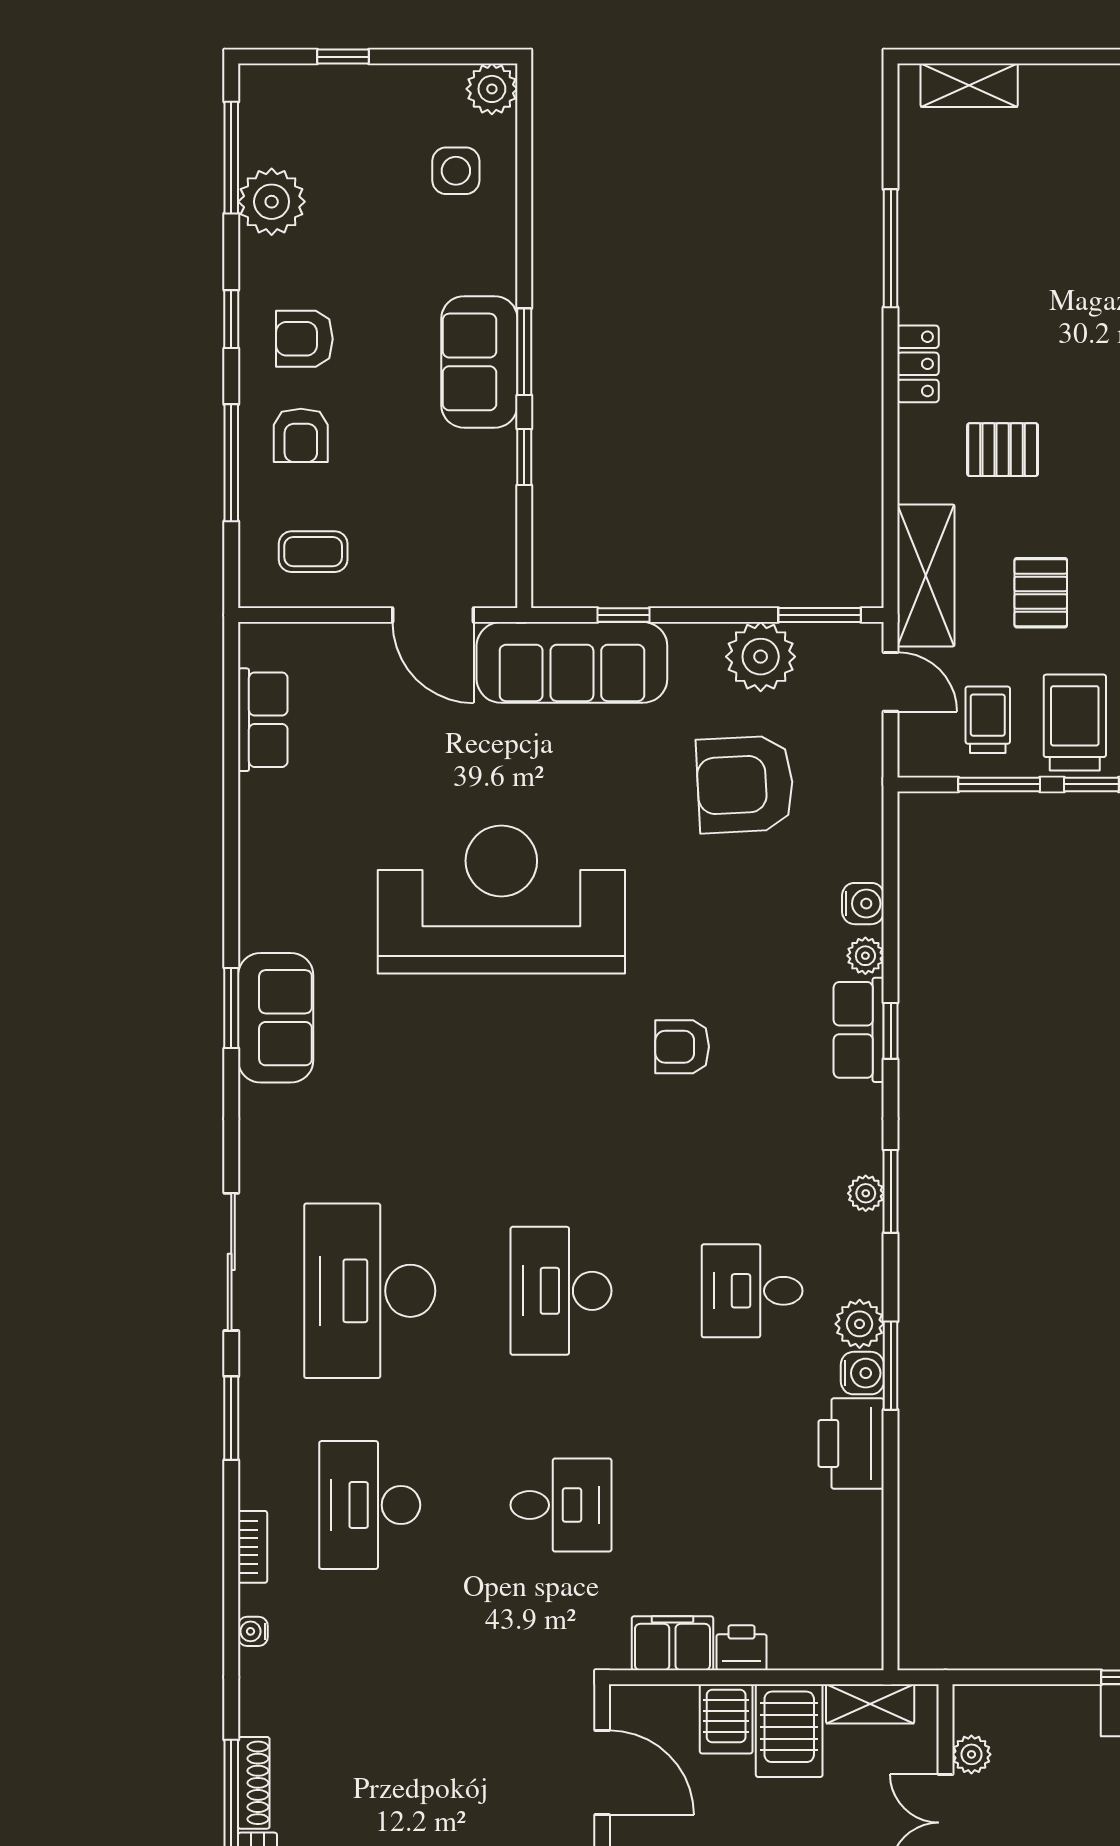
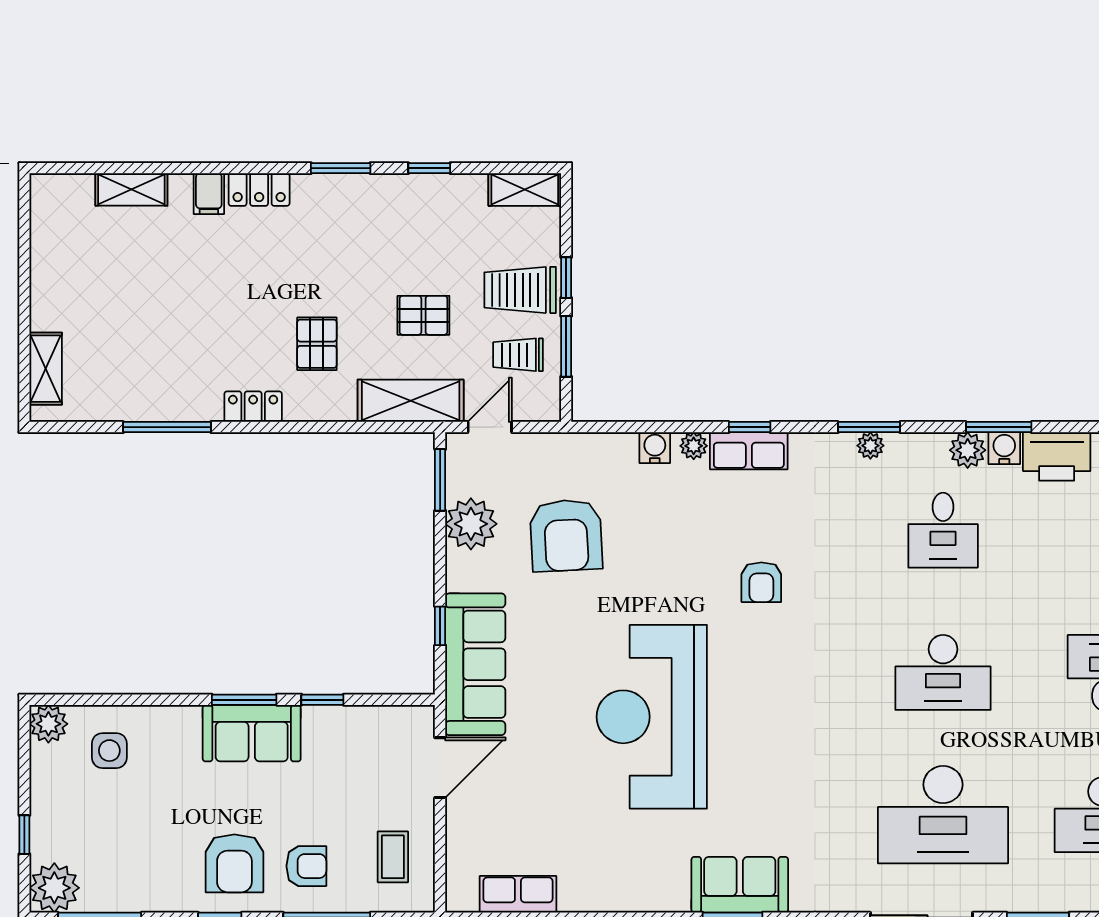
plant: (272, 202) -> (54, 888), moved
armchair: (304, 339) -> (234, 863), width x1.38, depth x1.38

